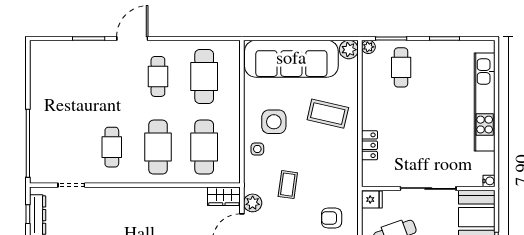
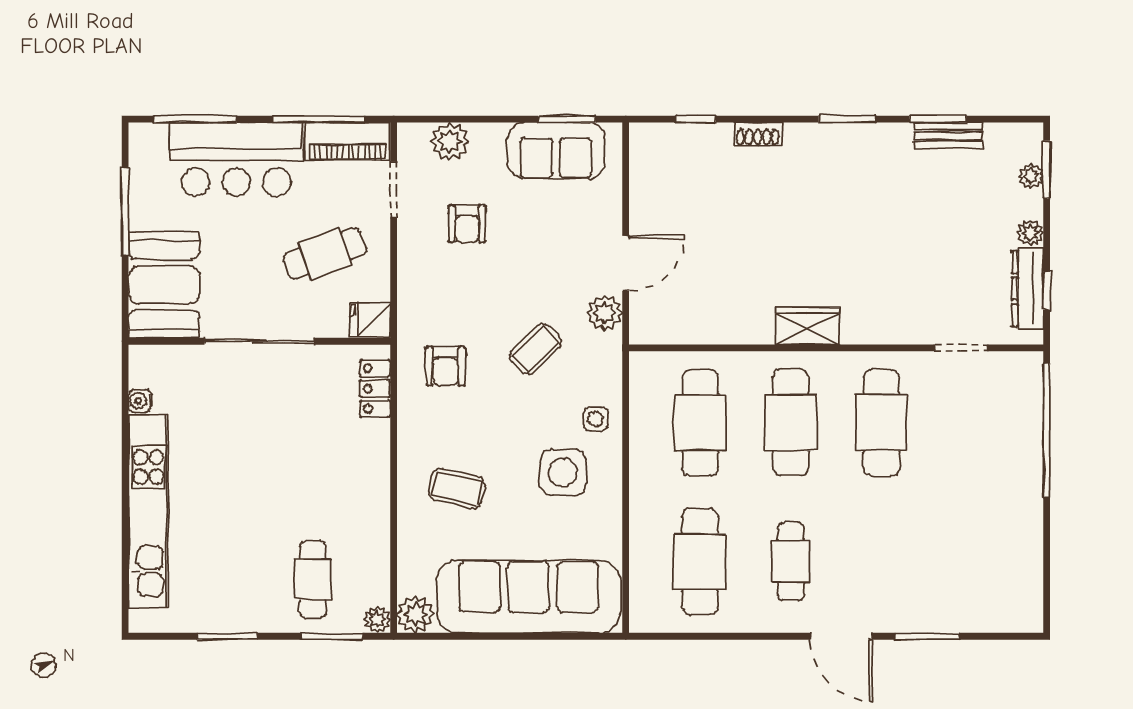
door: (132, 38) -> (841, 636), hinge flipped
coffee table: (328, 114) -> (457, 488), width x0.73, depth x0.77
locker: (369, 145) -> (375, 388), moved
cafe table: (112, 147) -> (882, 423), width x1.37, depth x1.35
water cooler: (489, 181) -> (140, 401), moved
coffee table: (288, 185) -> (535, 349), turned 38
wardrobe: (224, 196) -> (807, 326), moved
armchair: (332, 218) -> (446, 366), moved, turned 90

